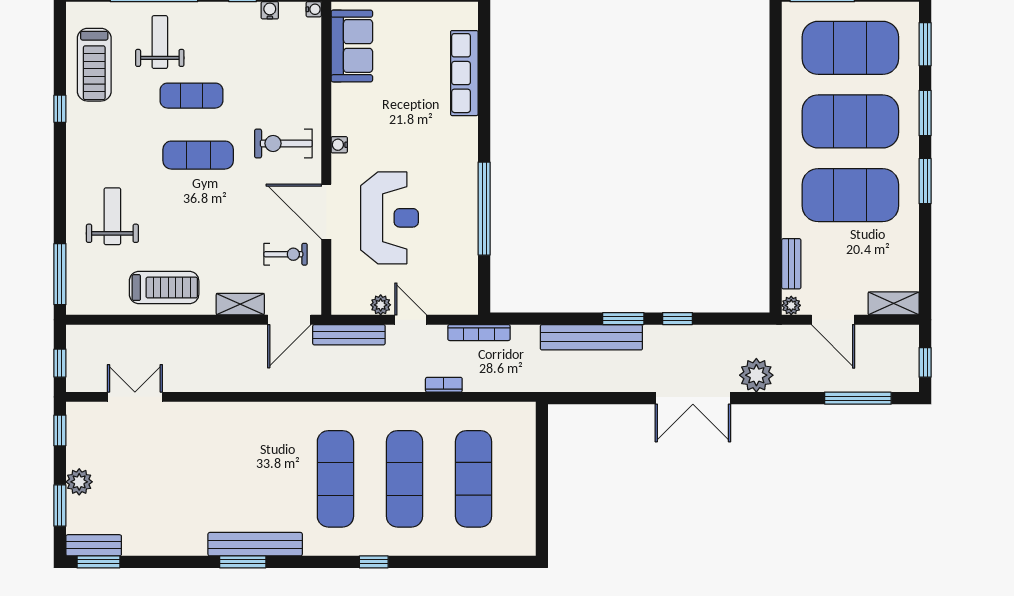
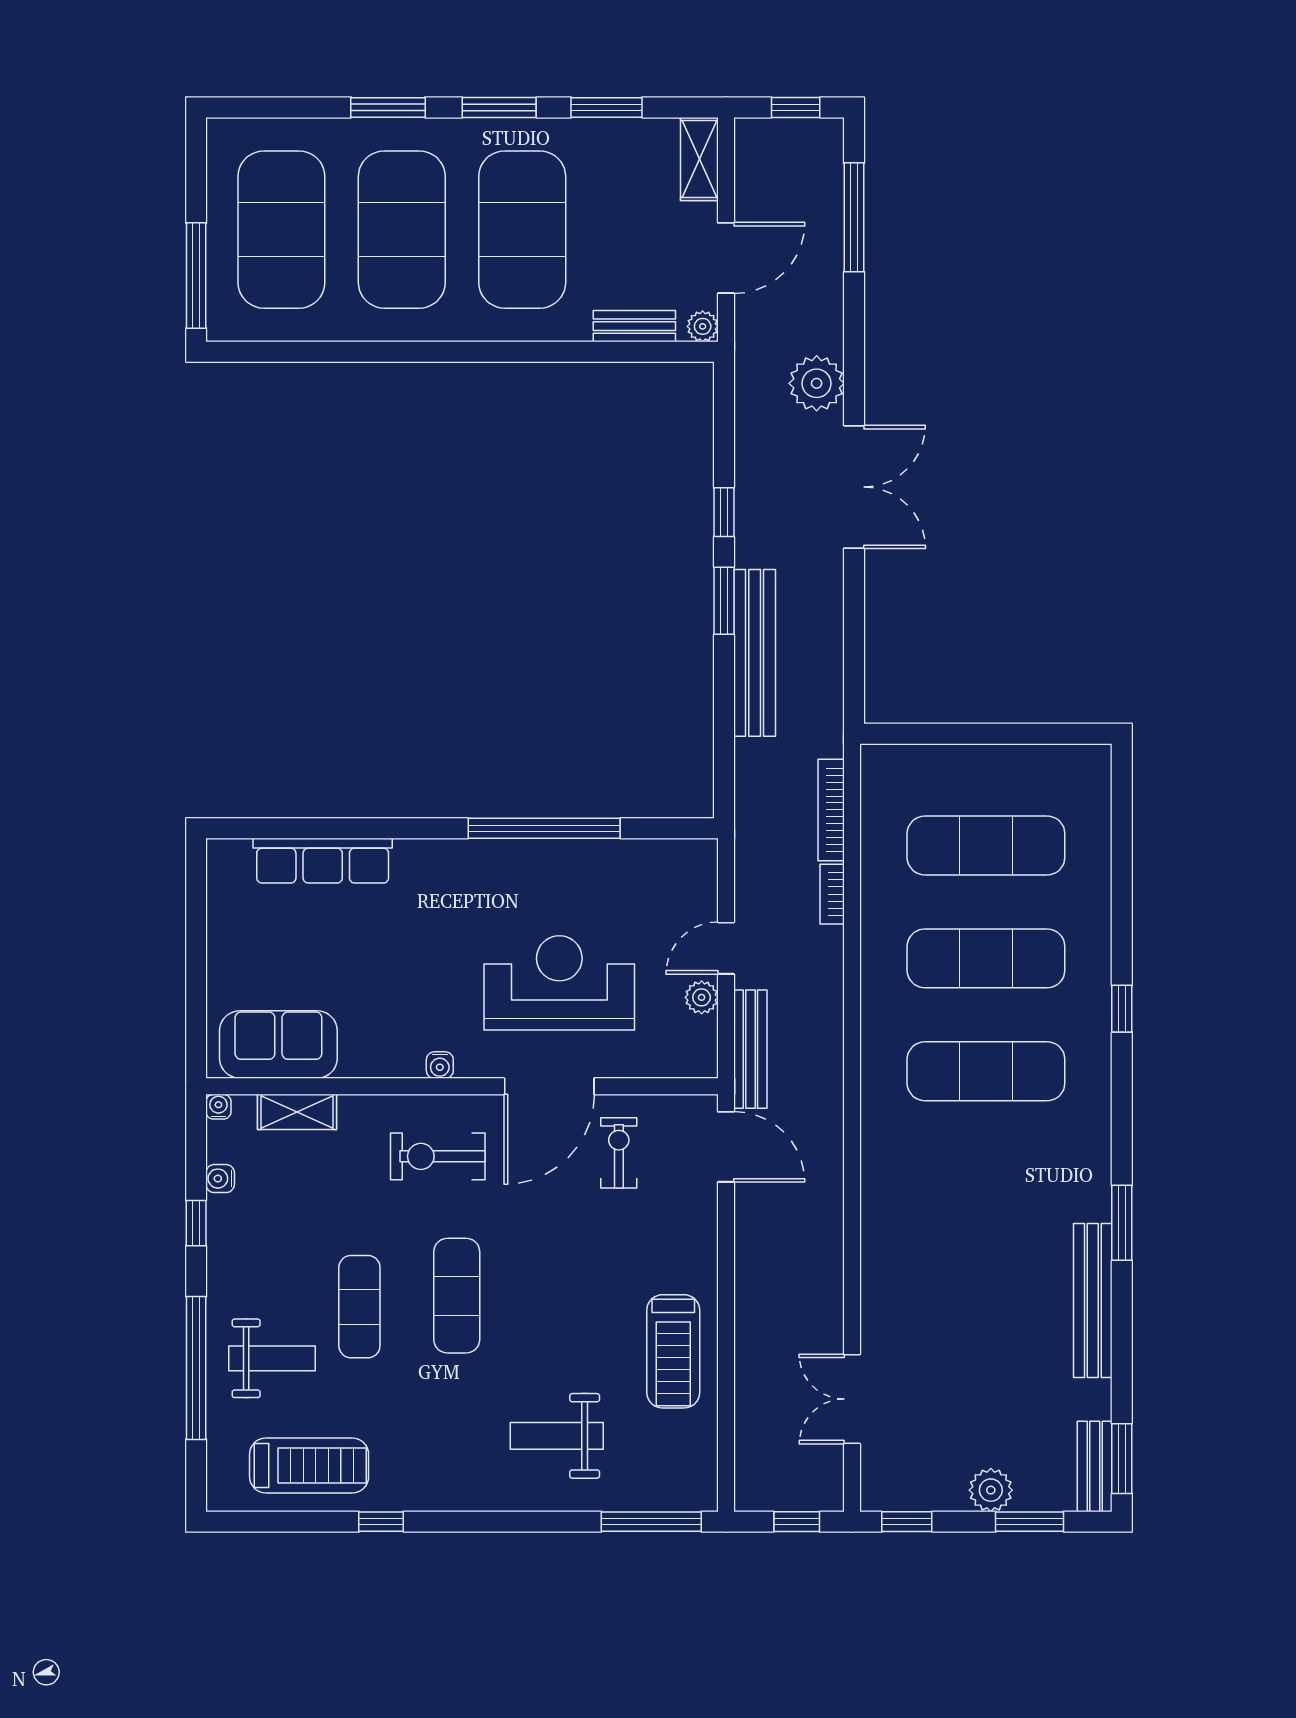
weight bench: (160, 42) -> (272, 1358), turned 180
window: (925, 44) -> (607, 107), moved
exercise bike: (283, 143) -> (438, 1156), turned 90
treadmill: (164, 288) -> (673, 1351), turned 180
shelving: (240, 304) -> (297, 1112), moved, turned 90
bookcase: (479, 333) -> (831, 810), moved, turned 180
bench: (255, 544) -> (1093, 1300), moved

